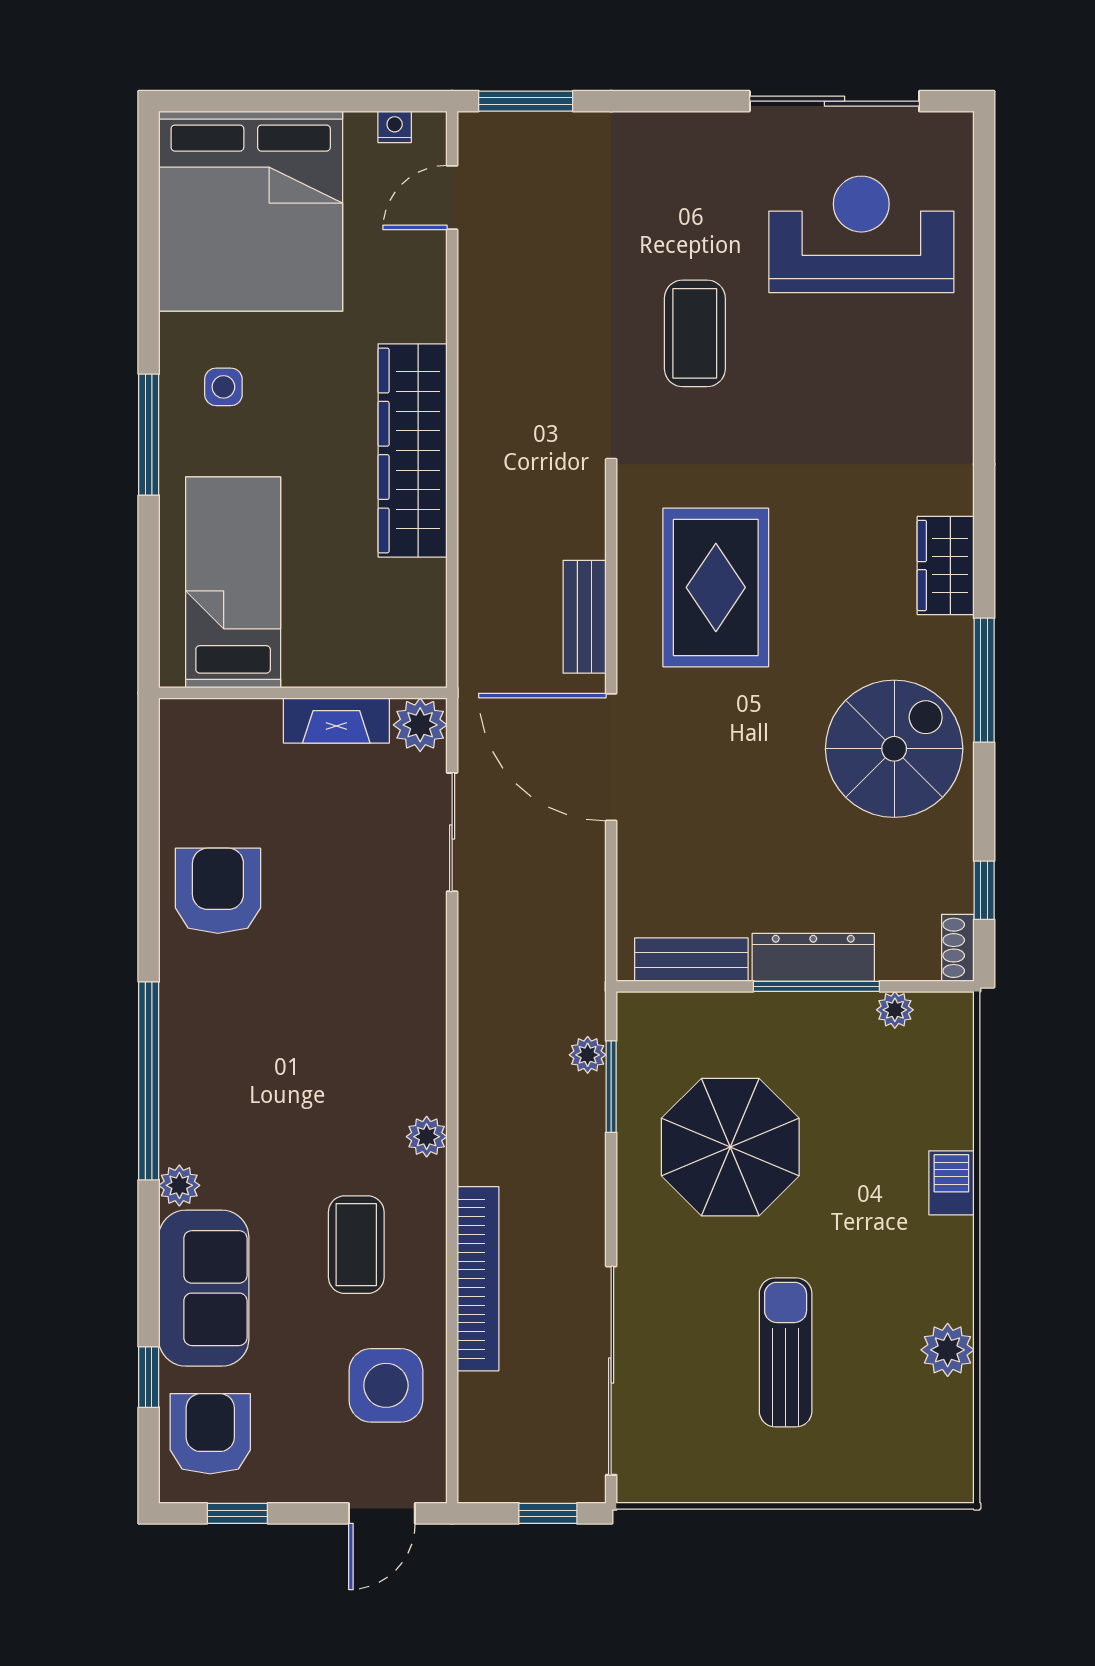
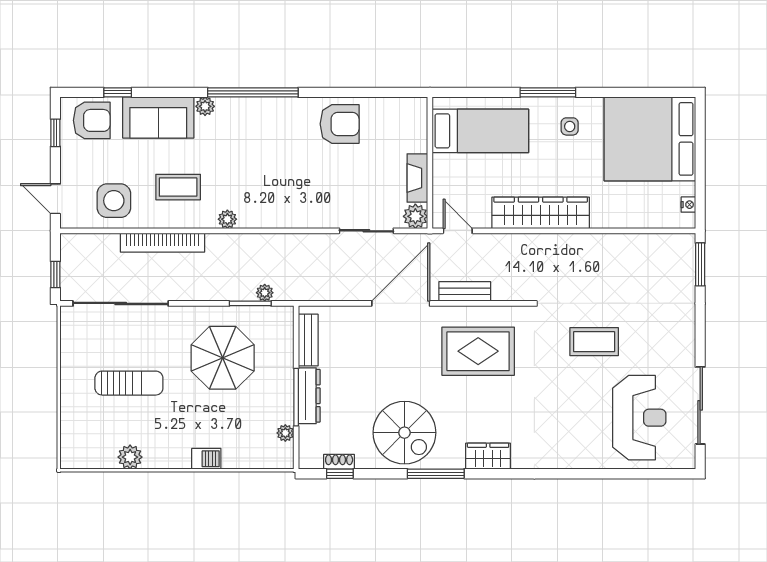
door: (452, 198) -> (458, 231), moved
shoe rack: (958, 948) -> (339, 462), moved

